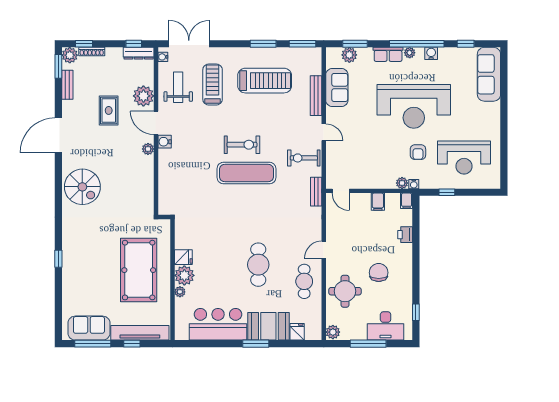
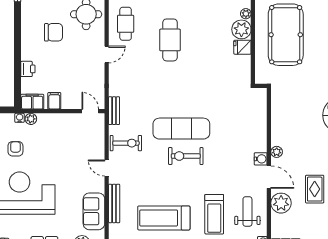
weight bench: (178, 87) -> (247, 211), turned 180
filing cabinet: (407, 201) -> (32, 102), width x2.00
chair: (379, 273) -> (54, 32), turned -90

